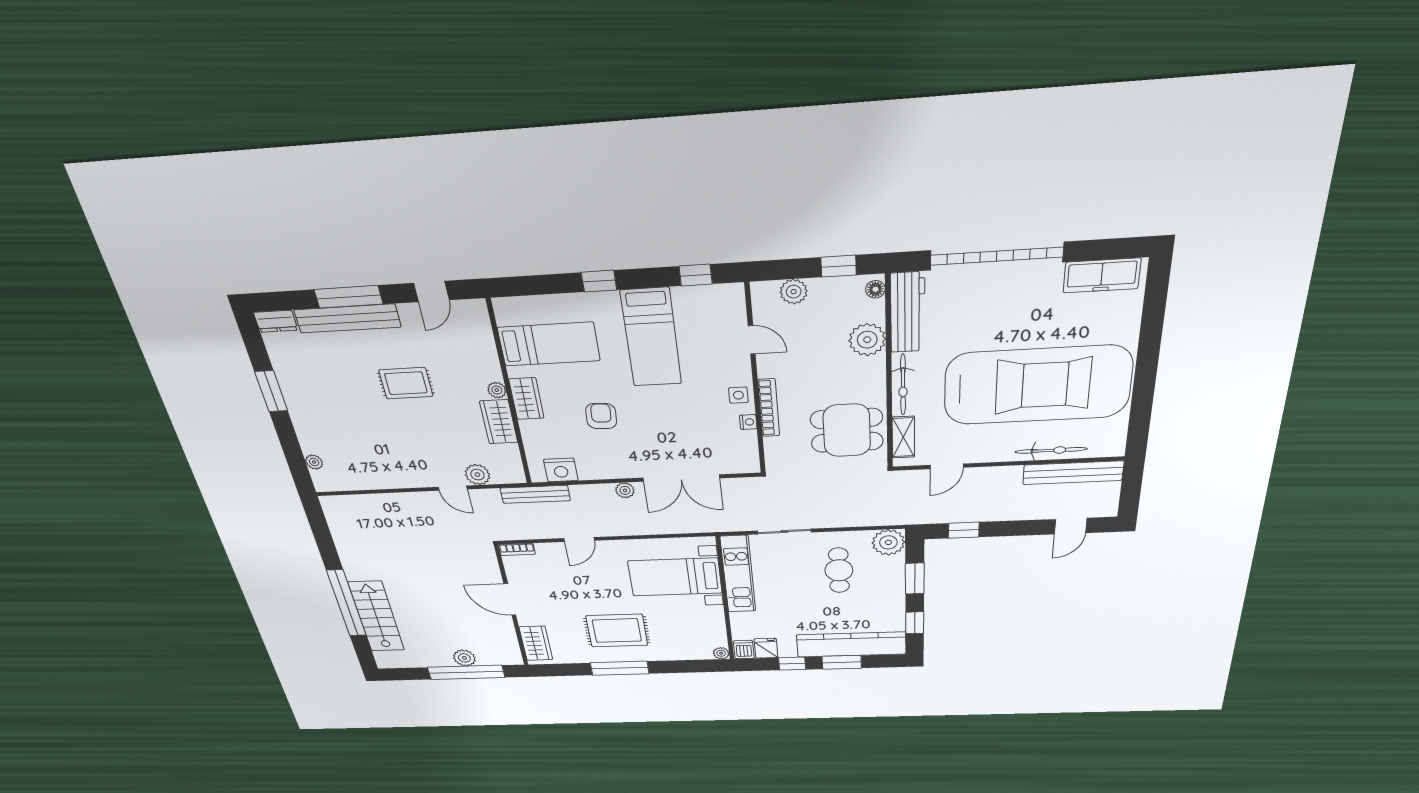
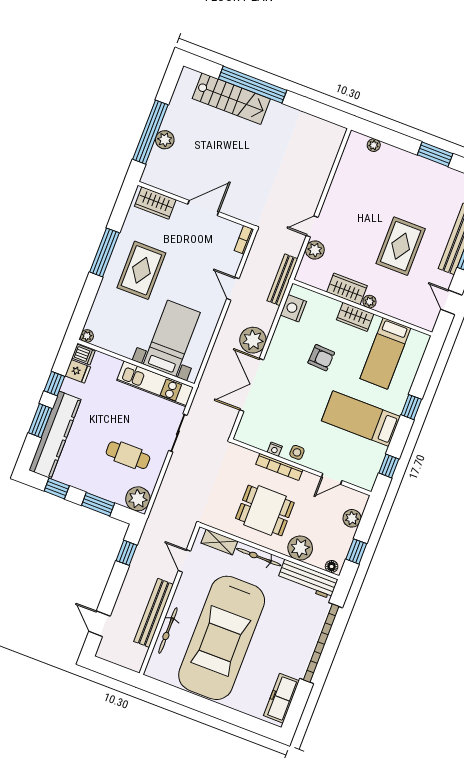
rug: (406, 383) -> (401, 246), width x1.36, depth x1.43
dining table: (847, 430) -> (265, 510), moved, turned 90
bench: (1073, 473) -> (154, 613), moved
plant: (625, 490) -> (253, 340), width x1.87, depth x1.87

